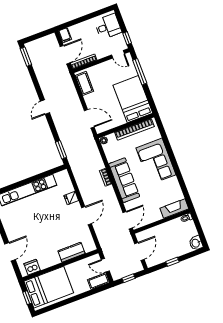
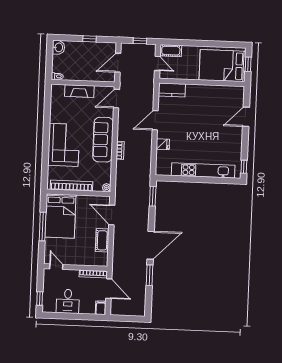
desk: (108, 26) -> (68, 301), moved, turned -90
window: (127, 38) -> (40, 299), moved
door: (65, 55) -> (109, 289), swing flipped
window: (26, 57) -> (149, 275), moved
window: (140, 72) -> (43, 227), moved
cot: (84, 83) -> (102, 240), moved
door: (45, 107) -> (151, 245), width x1.88
fireplace: (174, 209) -> (79, 91), moved
kitchen counter: (71, 252) -> (172, 90), moved
dishwasher: (32, 267) -> (231, 92), removed

